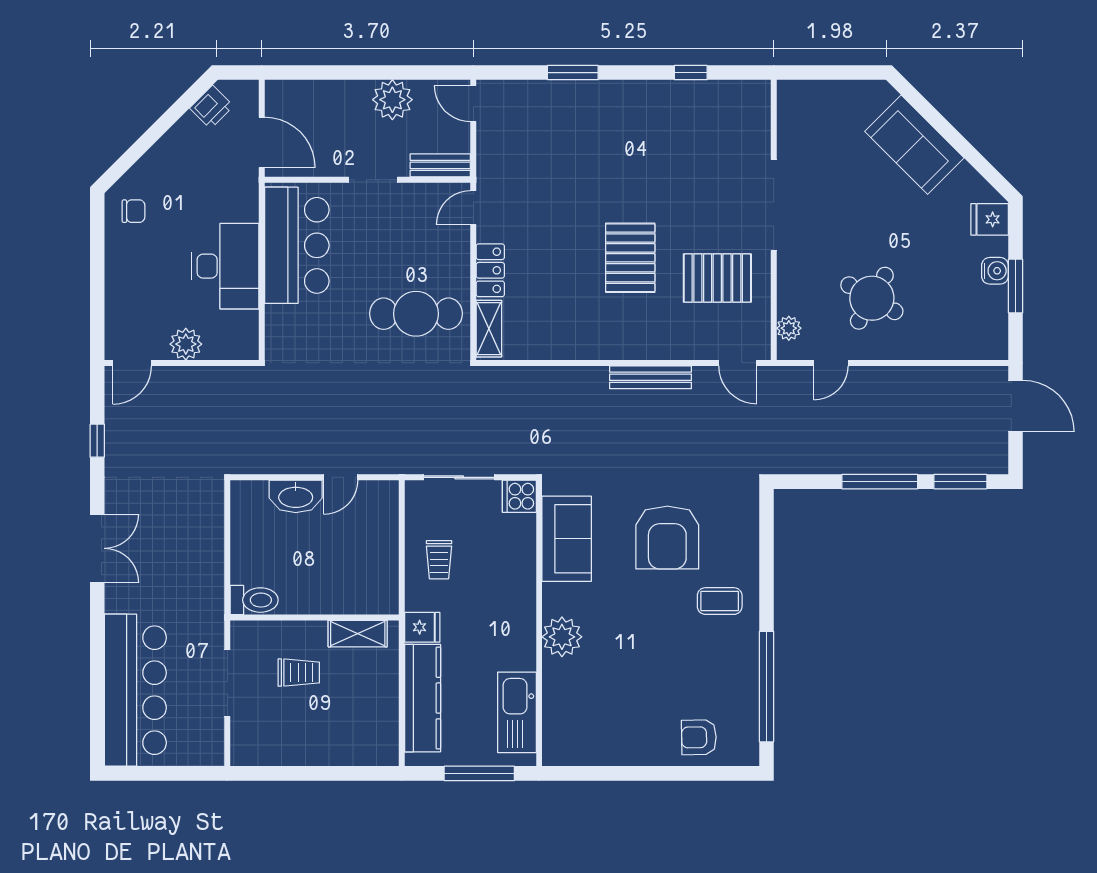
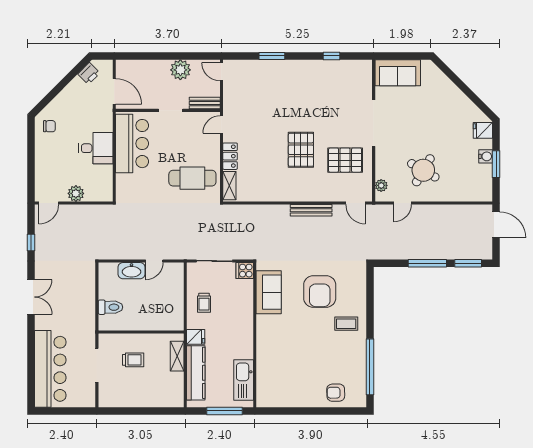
sofa: (914, 145) -> (398, 73), moved, turned -45
desk: (225, 266) -> (96, 148), width x0.73
toilet: (254, 600) -> (110, 307), moved
shelving: (358, 634) -> (177, 356), moved, turned 90
plant: (562, 637) -> (266, 342), removed

